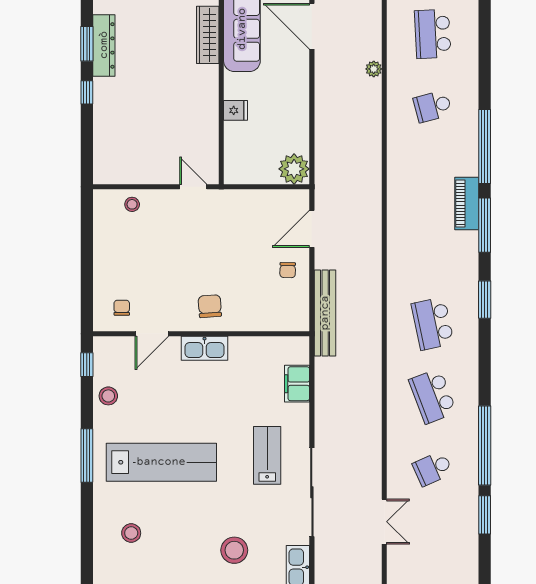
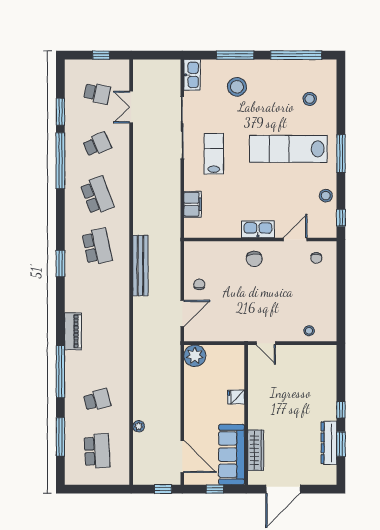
window: (485, 225) -> (60, 437), moved
bench: (325, 313) -> (140, 266), moved
lab bench: (267, 455) -> (214, 154), turned 180
school desk: (433, 541) -> (97, 93), added

